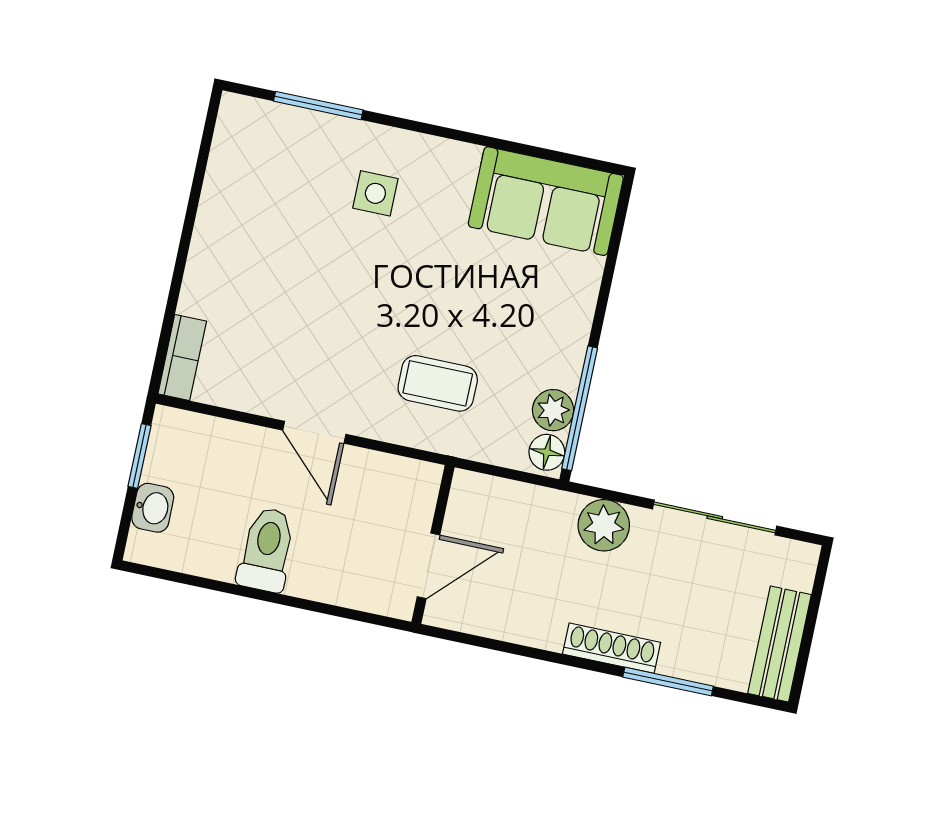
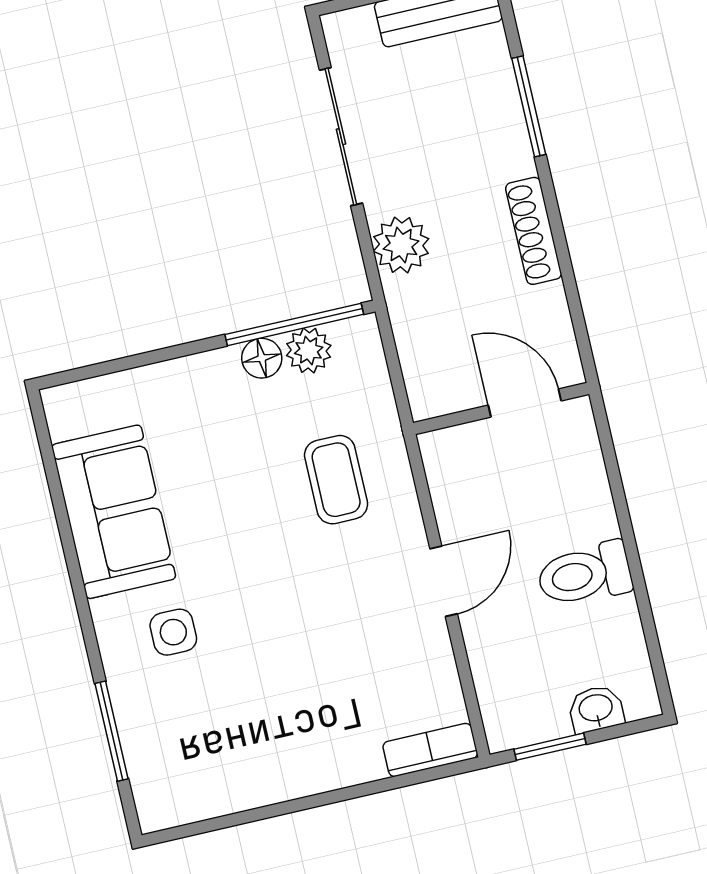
sofa: (546, 201) -> (114, 512), moved
floor lamp: (547, 452) -> (262, 358), moved
shoe rack: (612, 648) -> (534, 231), moved

